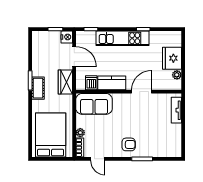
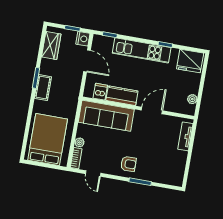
fridge: (172, 58) -> (190, 61), moved, turned -90
wardrobe: (65, 82) -> (51, 45), moved, turned 180
sofa: (94, 104) -> (106, 116), width x1.36

